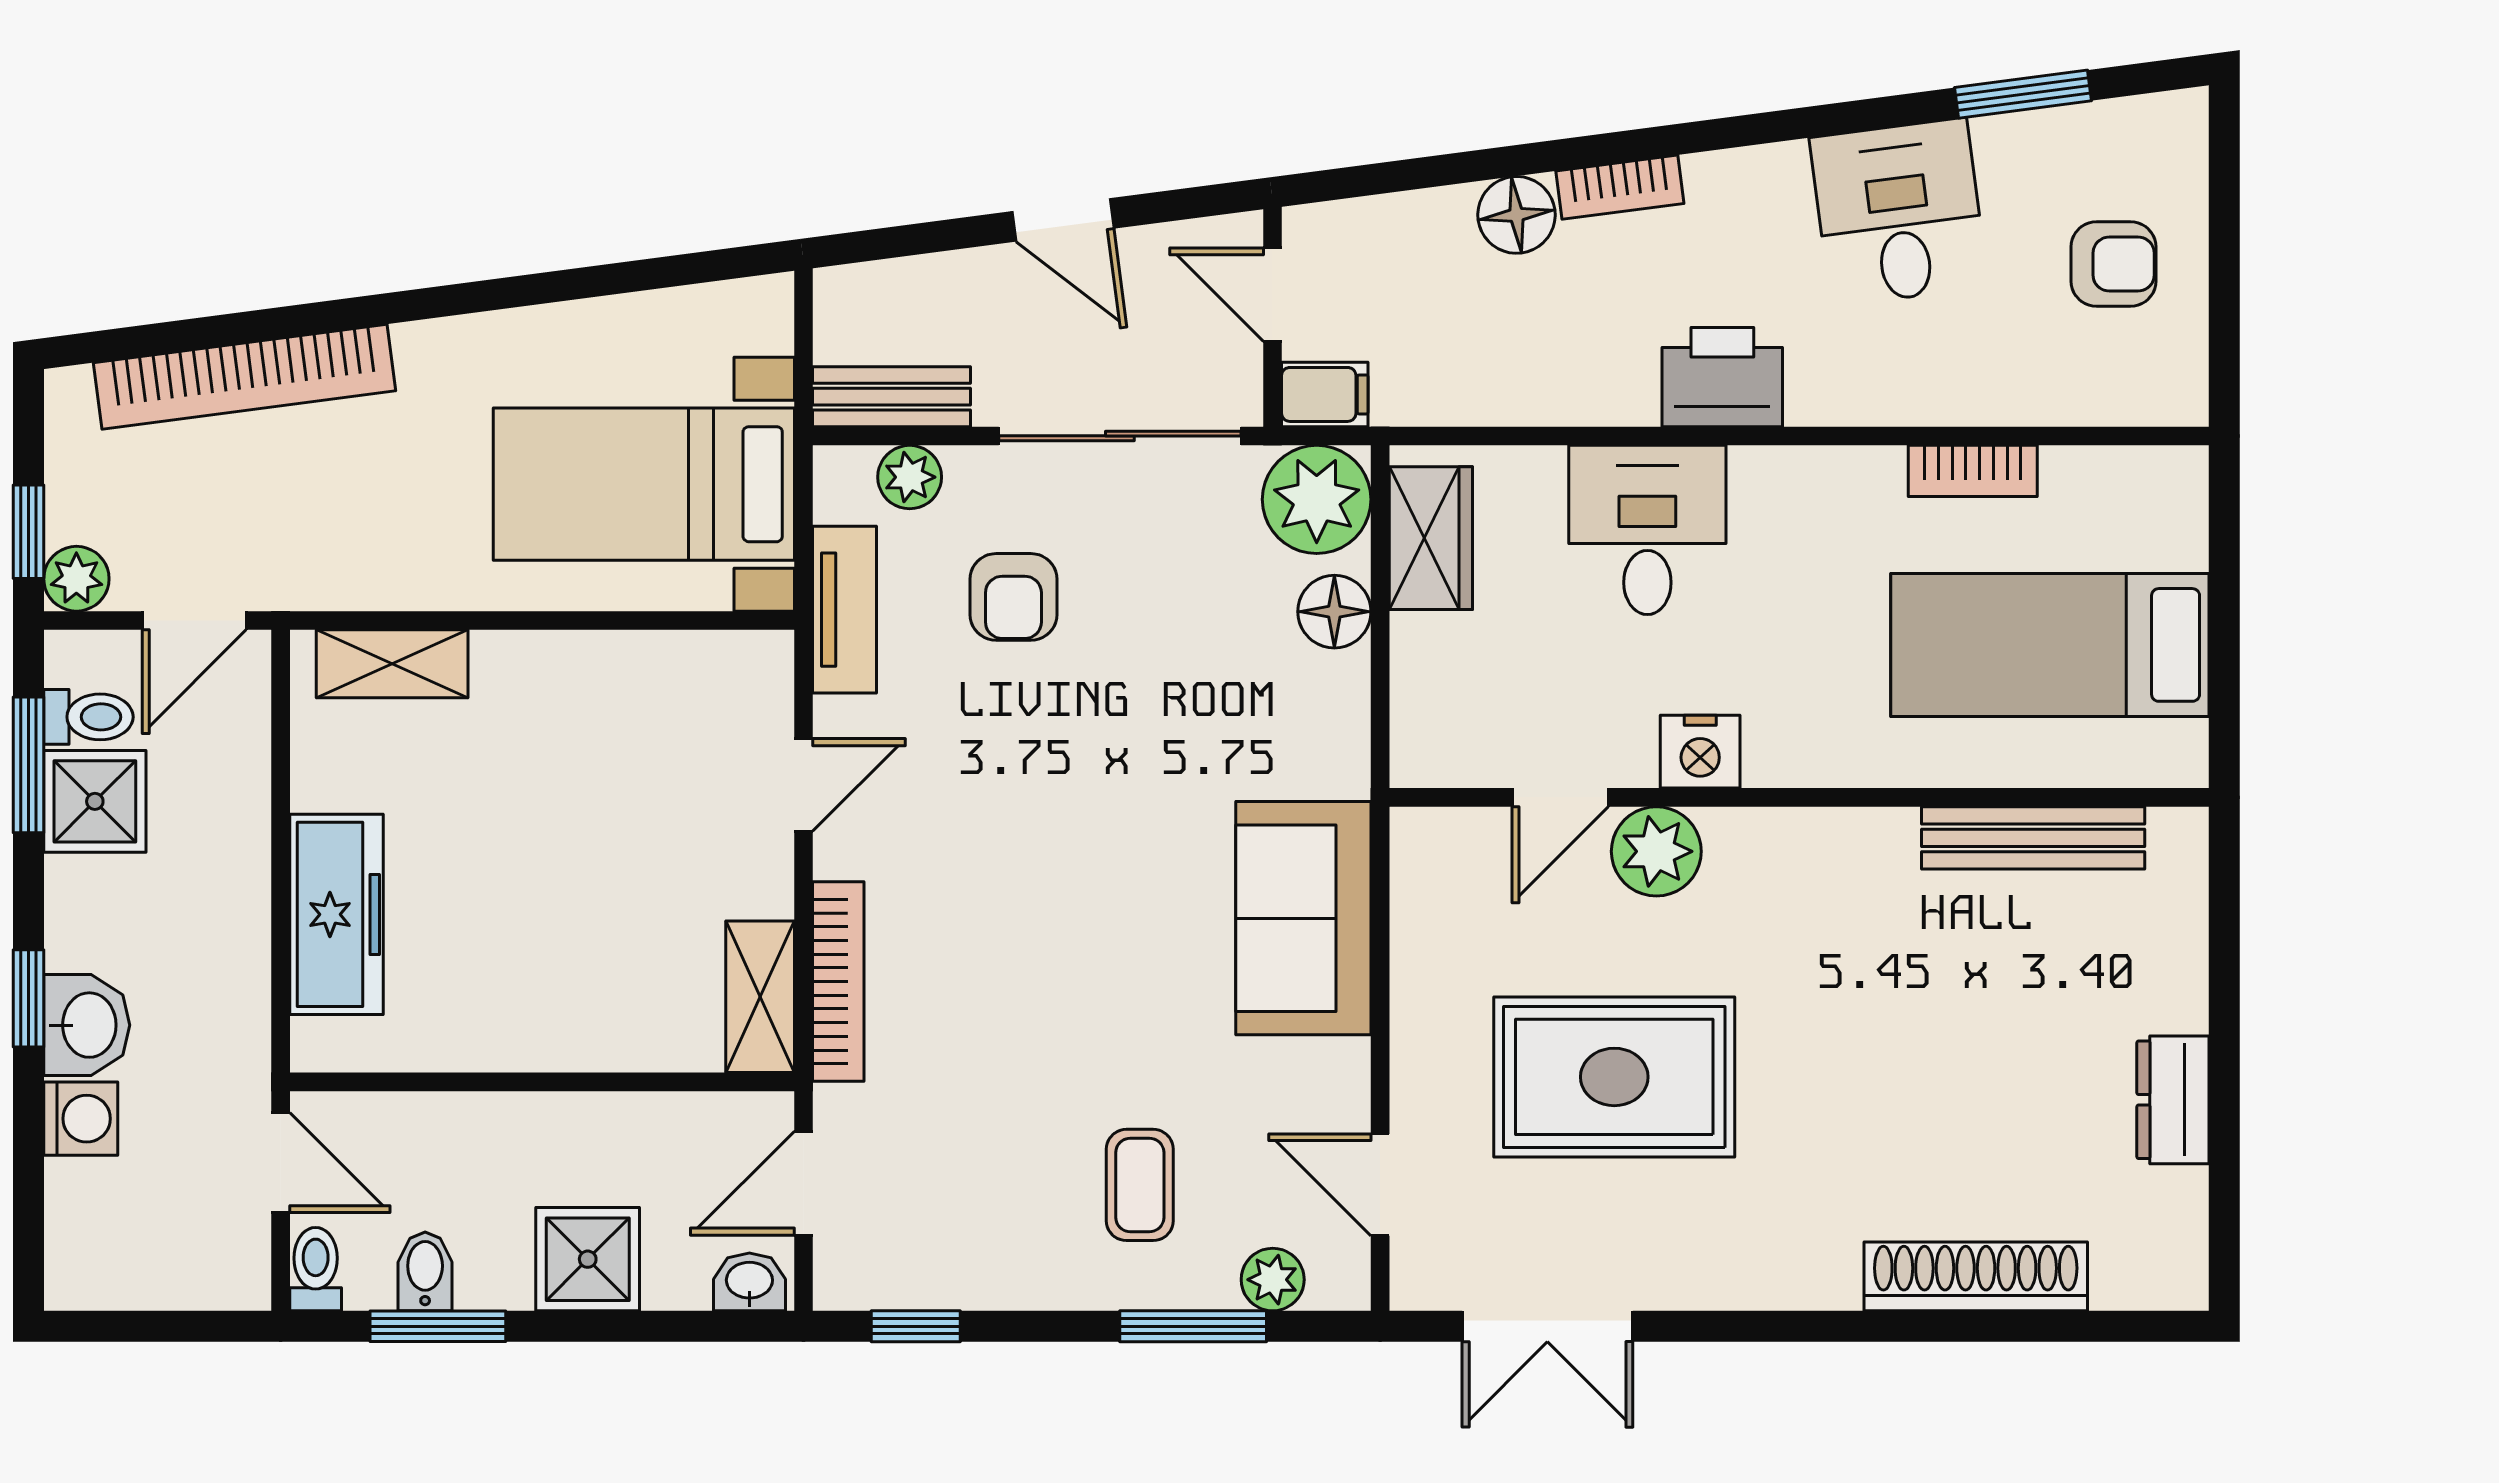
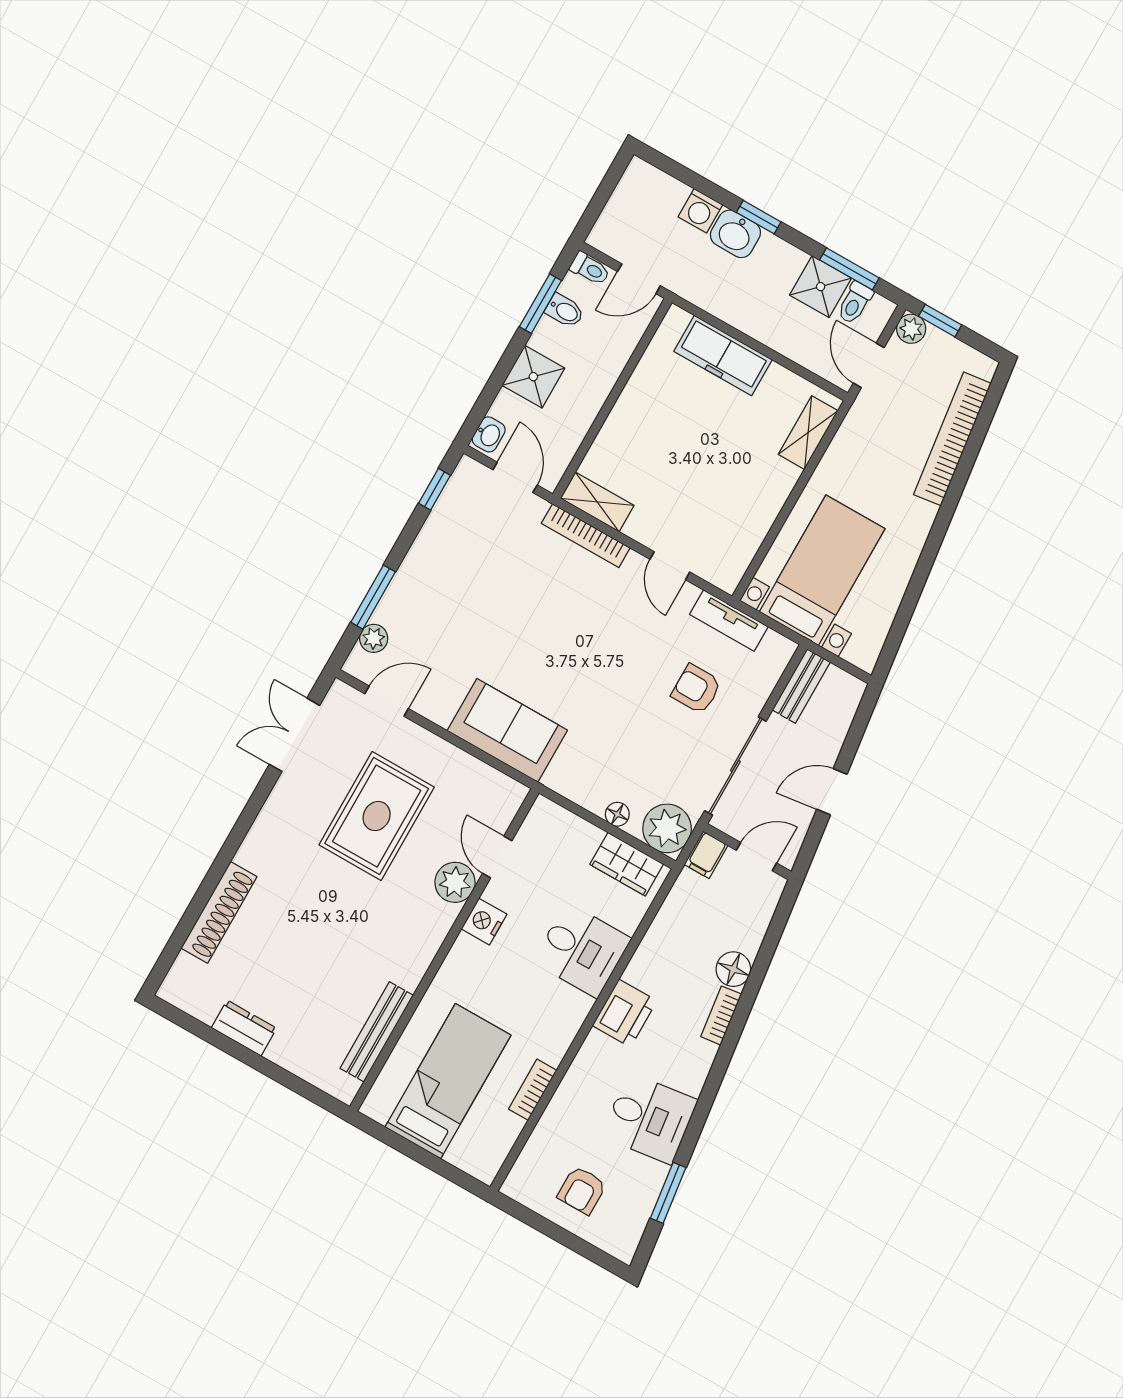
plant: (910, 477) -> (766, 675), removed
floor lamp: (1334, 612) -> (617, 814), width x0.73, depth x0.73
coffee table: (1140, 1185) -> (440, 608), removed

